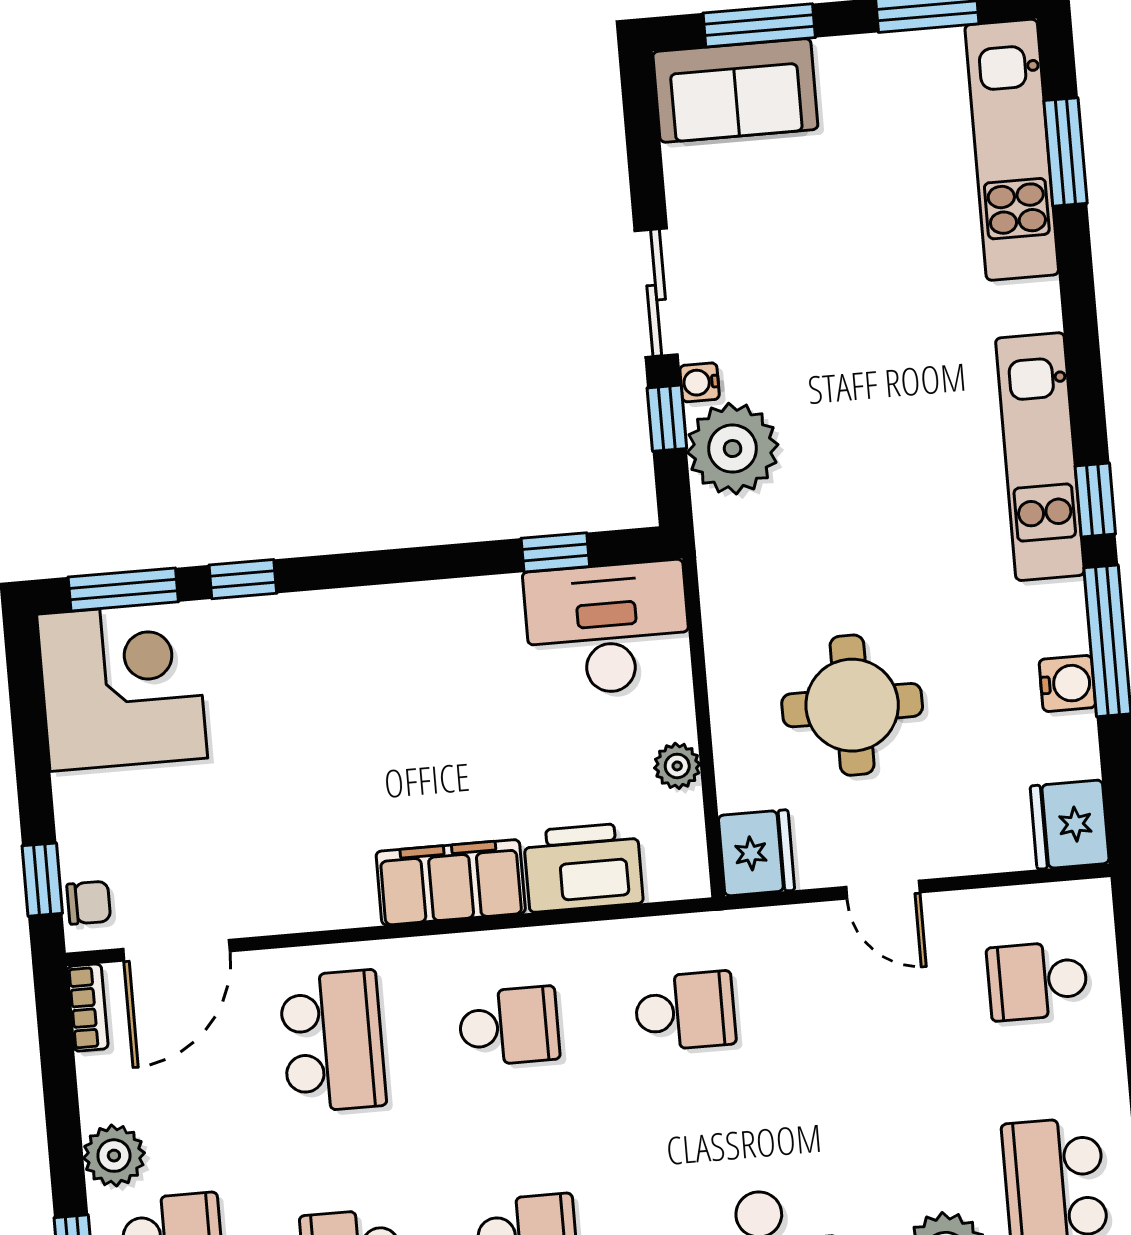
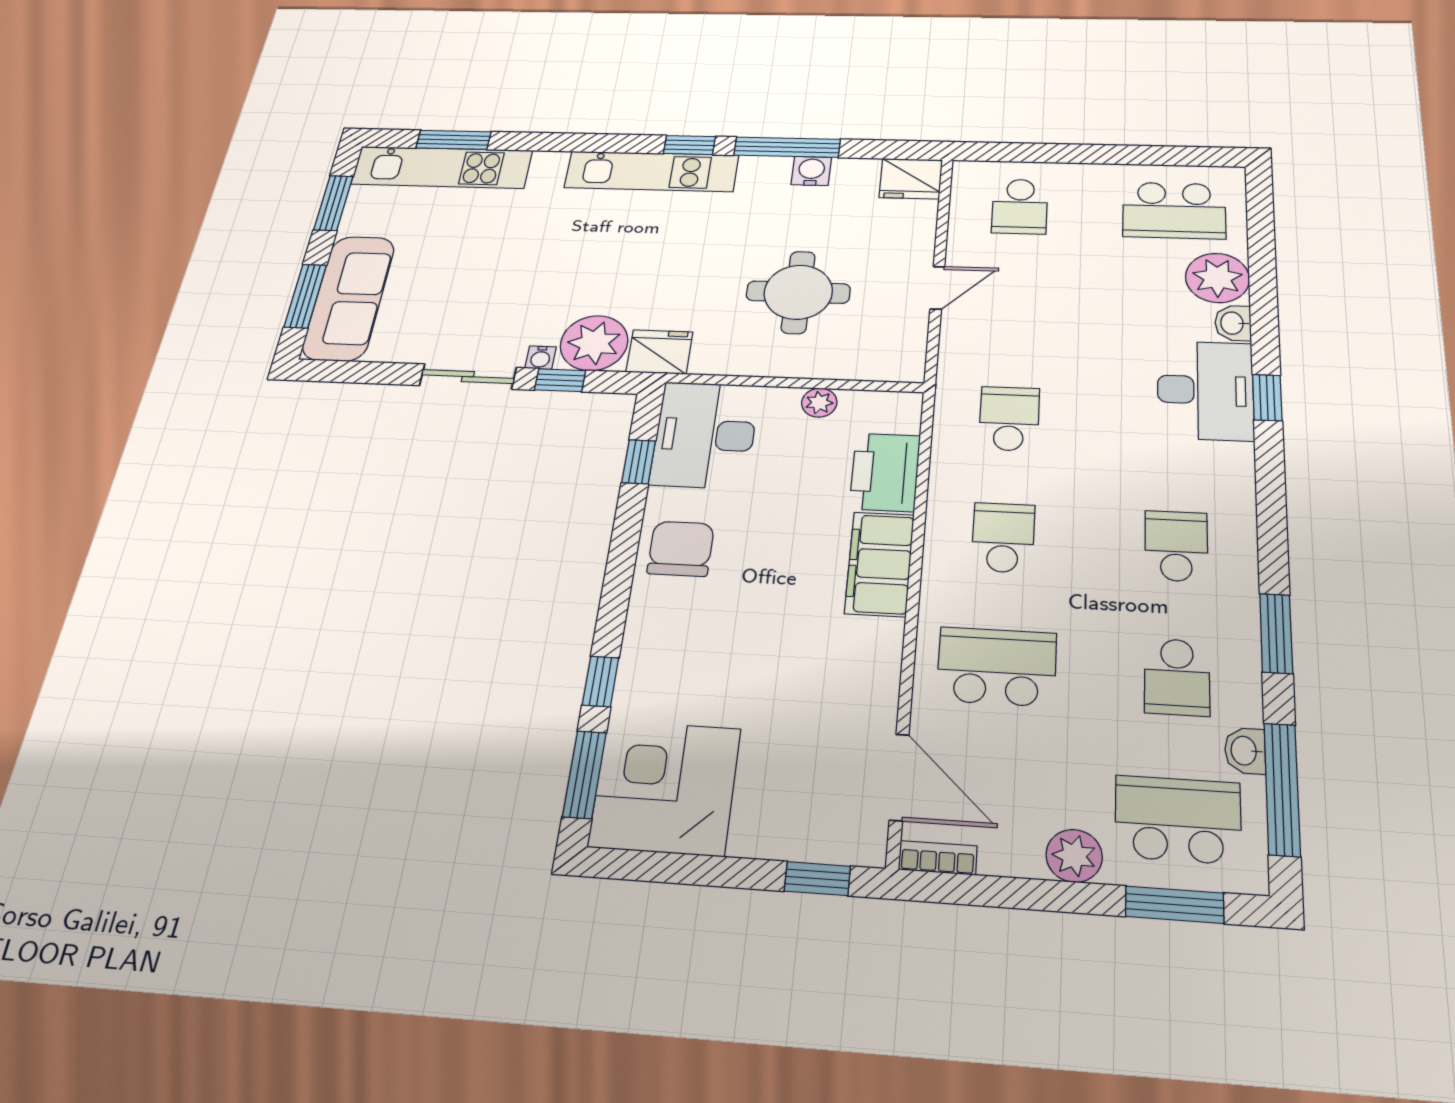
sofa: (735, 90) -> (349, 298), width x1.36
fridge: (756, 853) -> (660, 352), moved
chair: (89, 903) -> (681, 549), moved, width x1.87, depth x1.87

